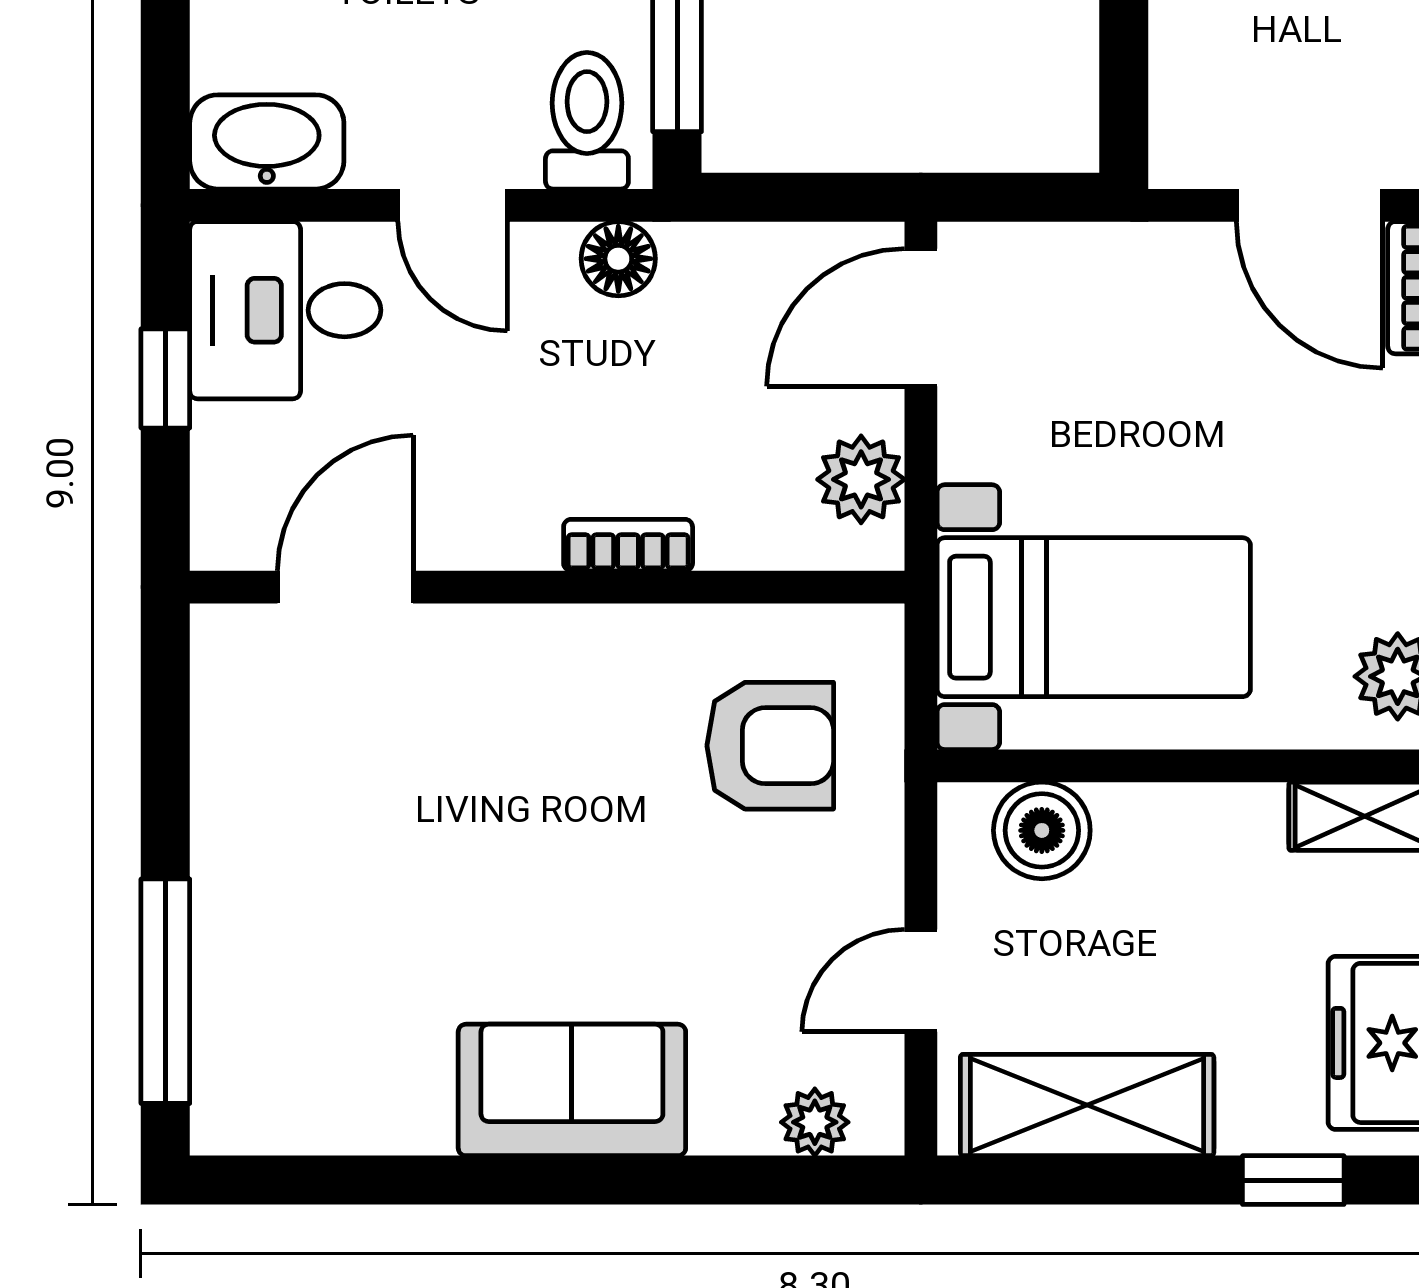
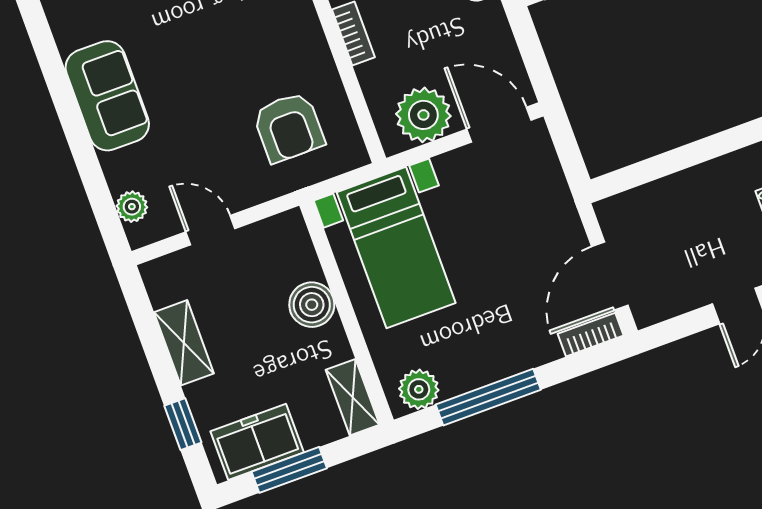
plant: (861, 479) -> (423, 115), width x1.36, depth x1.36
boiler: (1042, 830) -> (312, 305), moved
shelving: (1087, 1105) -> (184, 343), width x0.67, depth x0.75

